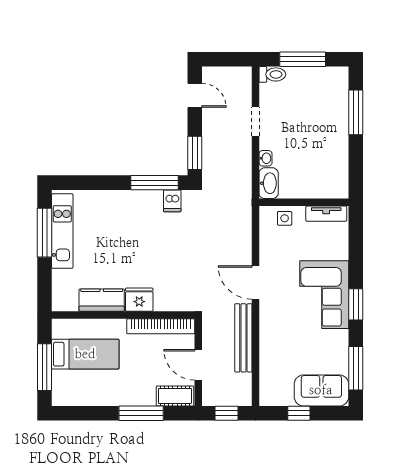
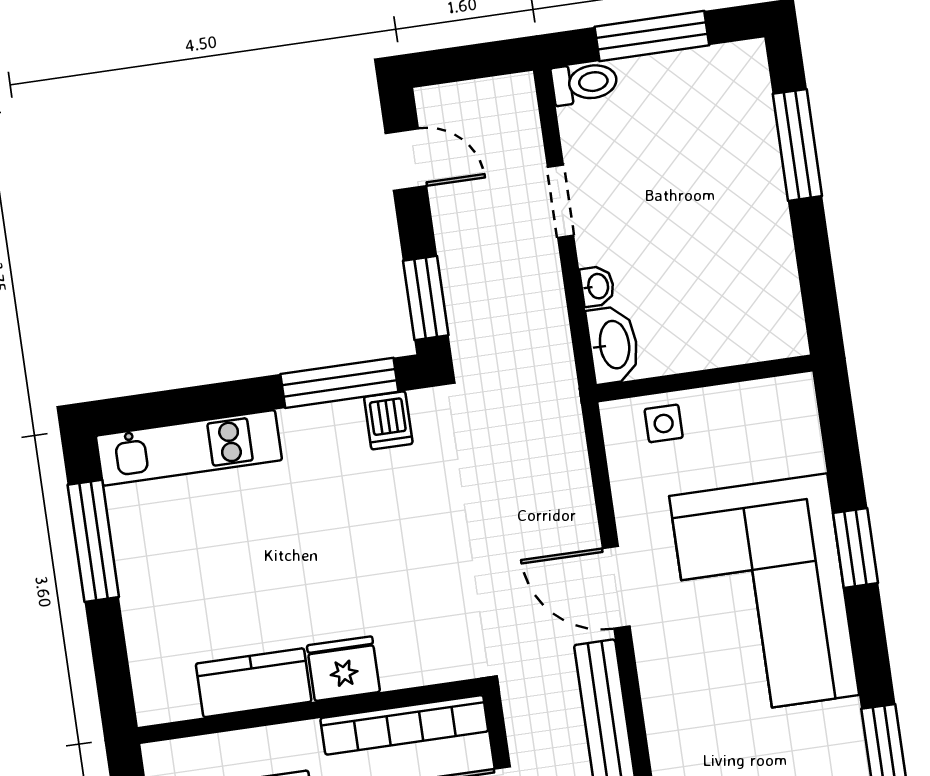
tv unit: (326, 214) -> (762, 398), removed
kitchen unit: (62, 231) -> (189, 448), moved, turned 90
corner sofa: (324, 295) -> (764, 596), width x1.36, depth x1.36
window: (356, 304) -> (855, 548), moved

